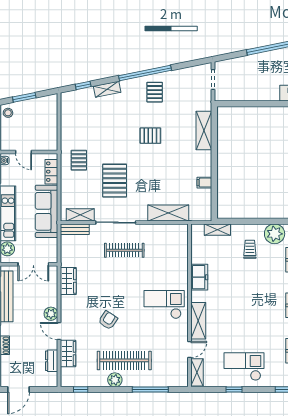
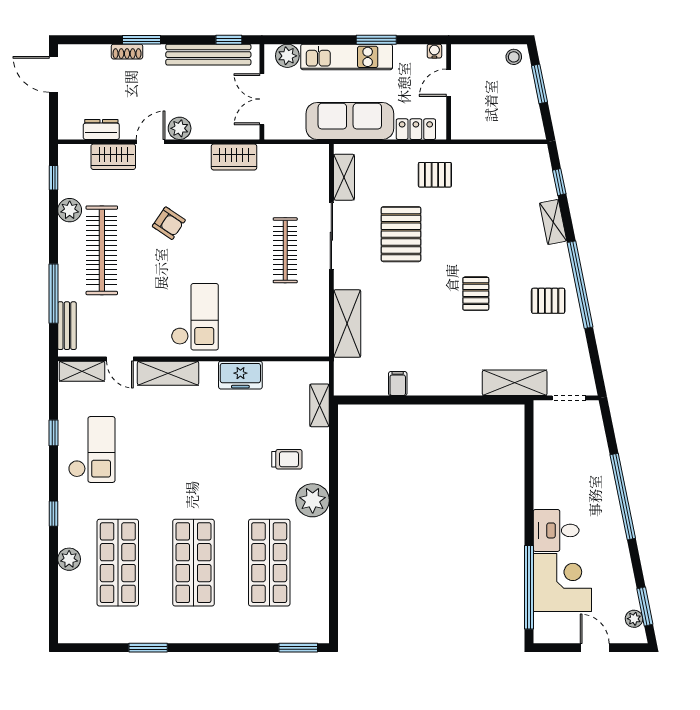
shelving: (204, 131) -> (515, 383), moved
pallet: (115, 181) -> (401, 234), turned 90
bench: (75, 229) -> (67, 326), moved
plant: (115, 380) -> (70, 210), moved

